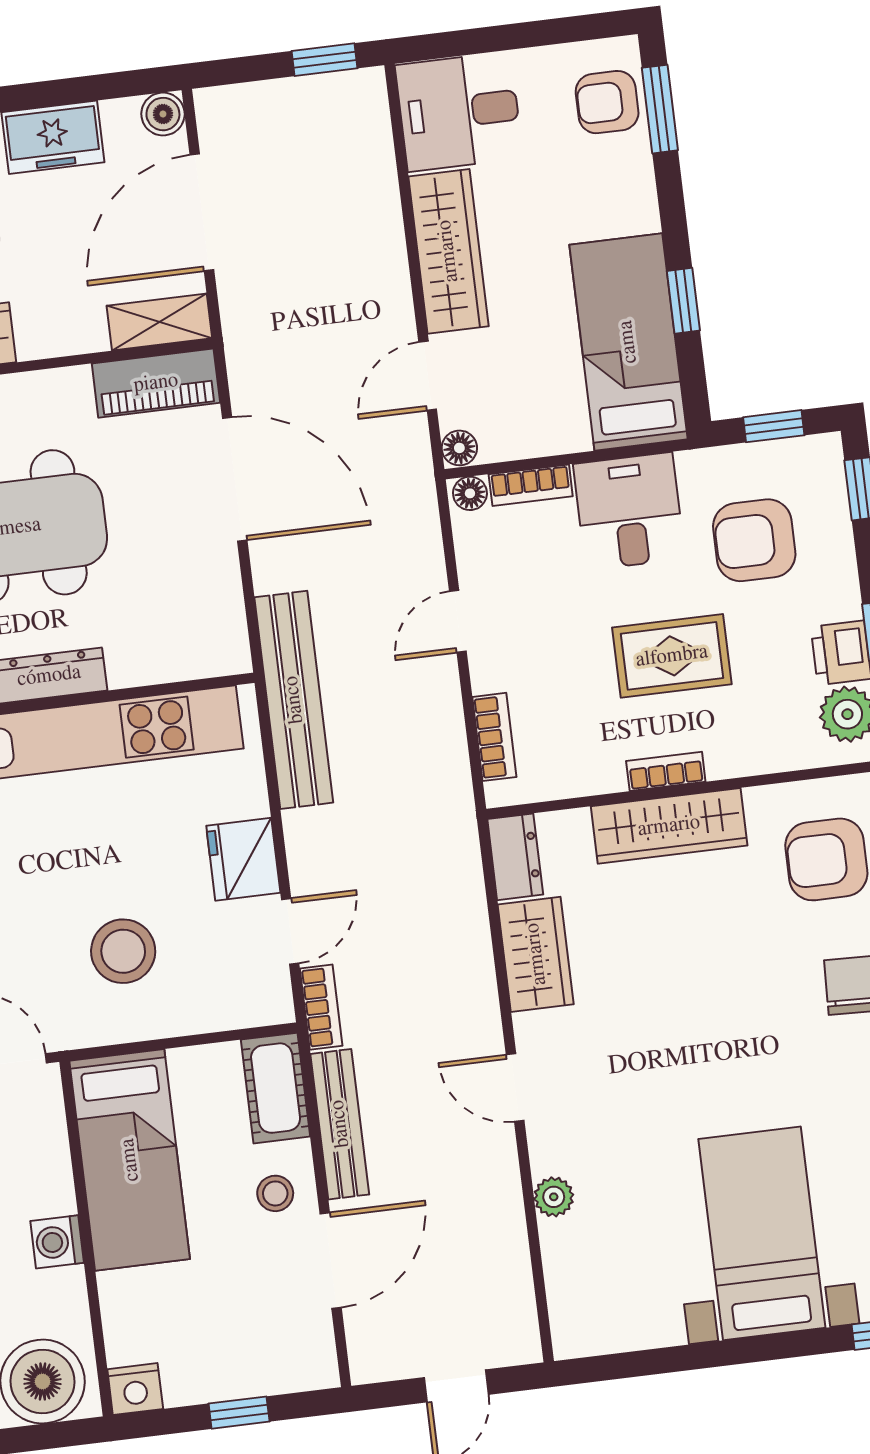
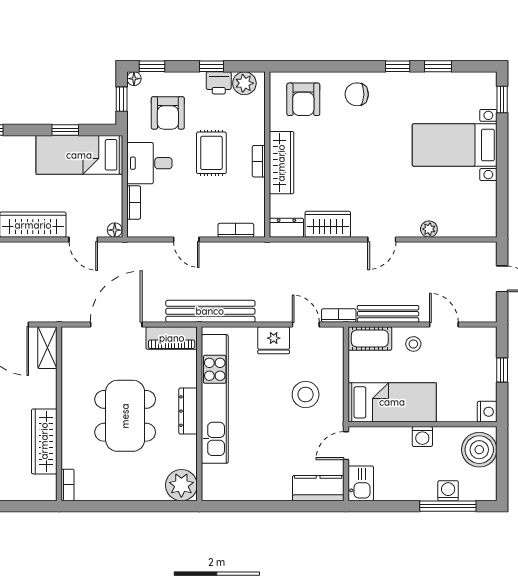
piano: (156, 383) -> (172, 338), moved, turned 90
floor lamp: (470, 493) -> (134, 79), moved
door: (331, 1260) -> (444, 324), width x0.73

